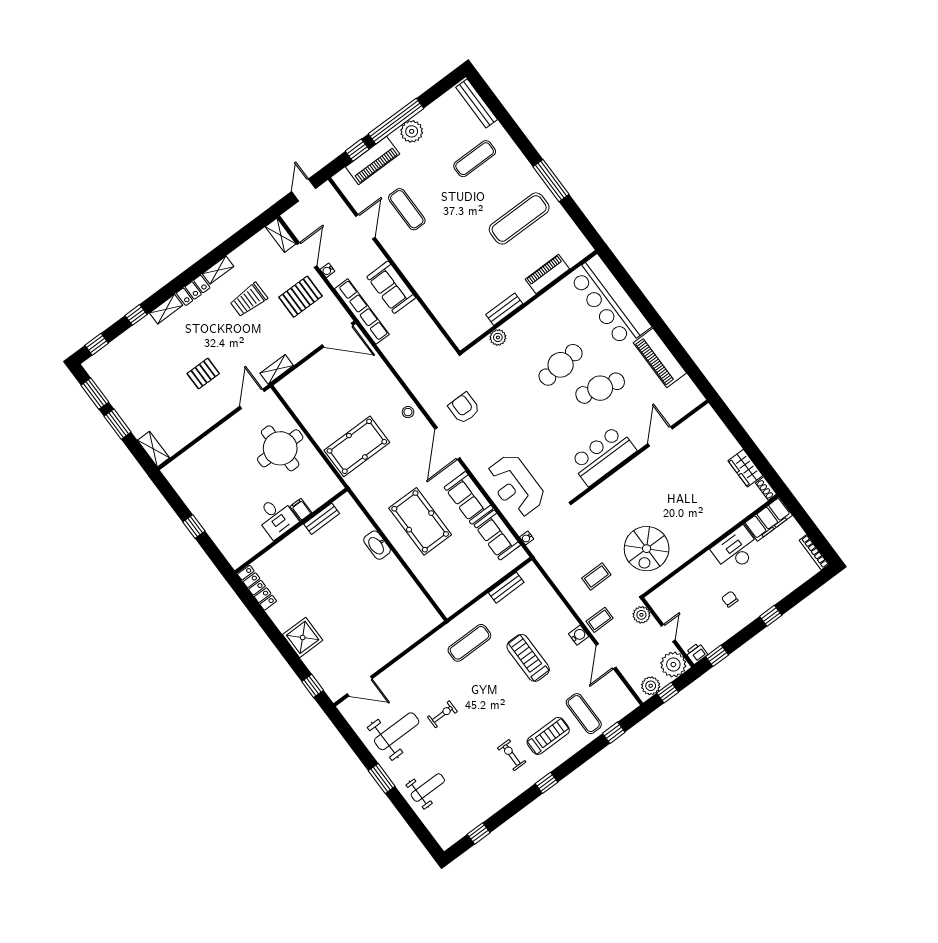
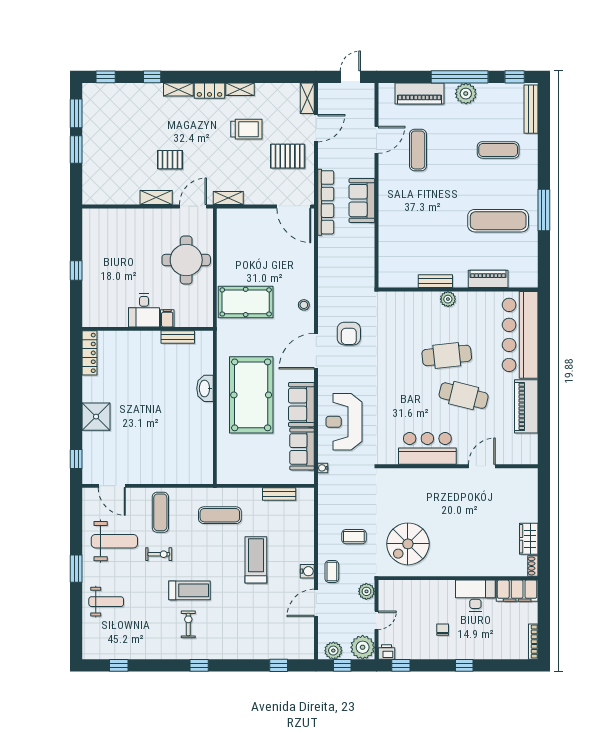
window: (357, 150) -> (515, 77), moved
water cooler: (327, 270) -> (323, 152), removed
trolley: (249, 300) -> (246, 129), turned 180
plant: (498, 337) -> (448, 299), moved
armchair: (464, 408) -> (349, 334), turned 180
shelving: (153, 449) -> (156, 198), moved, turned 90
pool table: (420, 521) -> (251, 395), width x1.36, depth x1.32
coffee table: (600, 620) -> (332, 572), turned 90
exercise mat: (584, 714) -> (160, 512), moved
treadmill: (548, 736) -> (190, 590), moved

